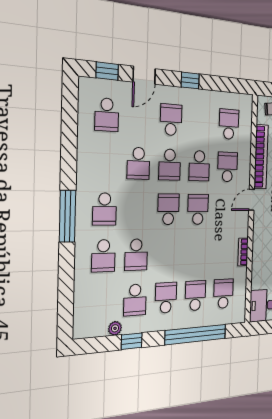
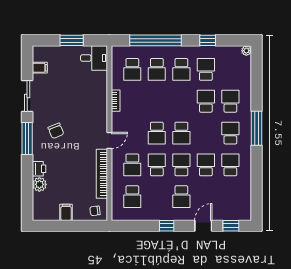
school desk: (107, 115) -> (230, 165), moved
plant: (115, 328) -> (246, 51), moved

